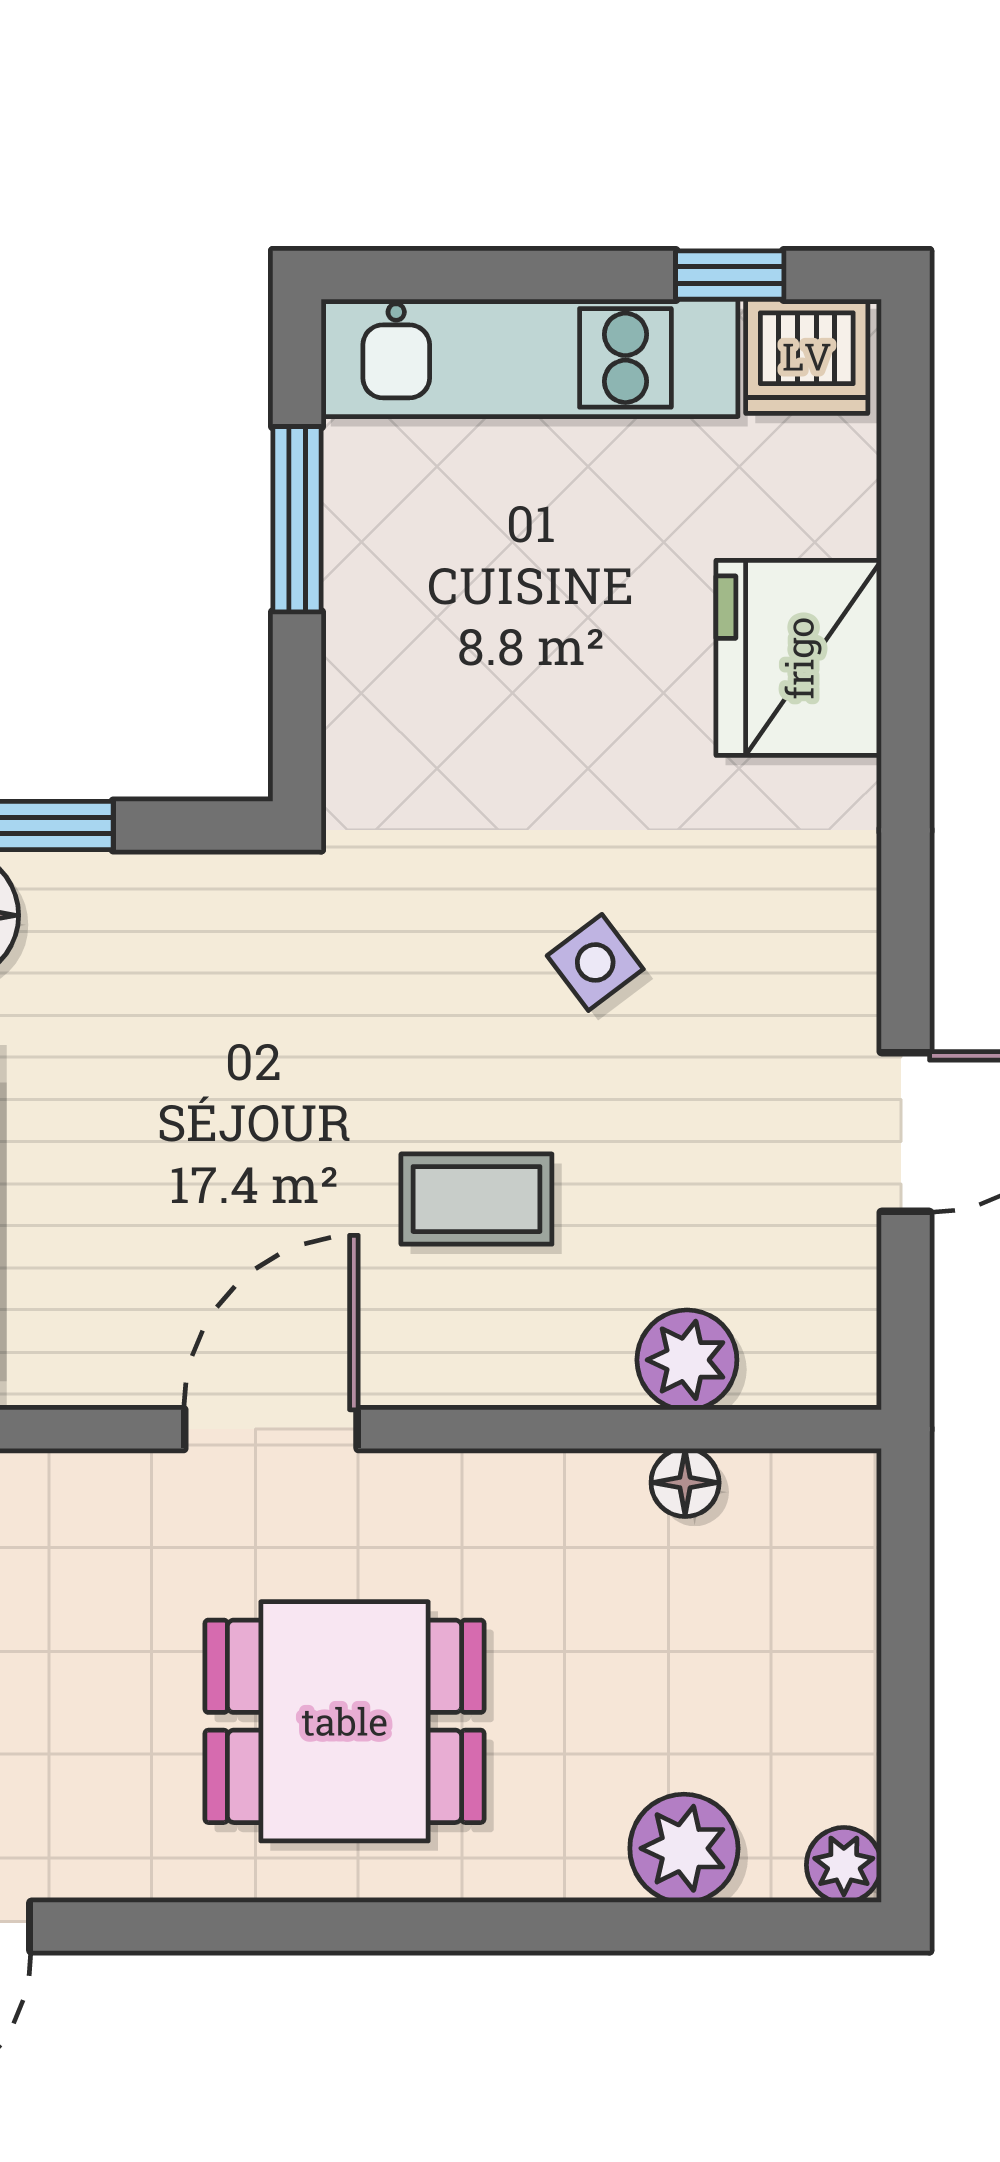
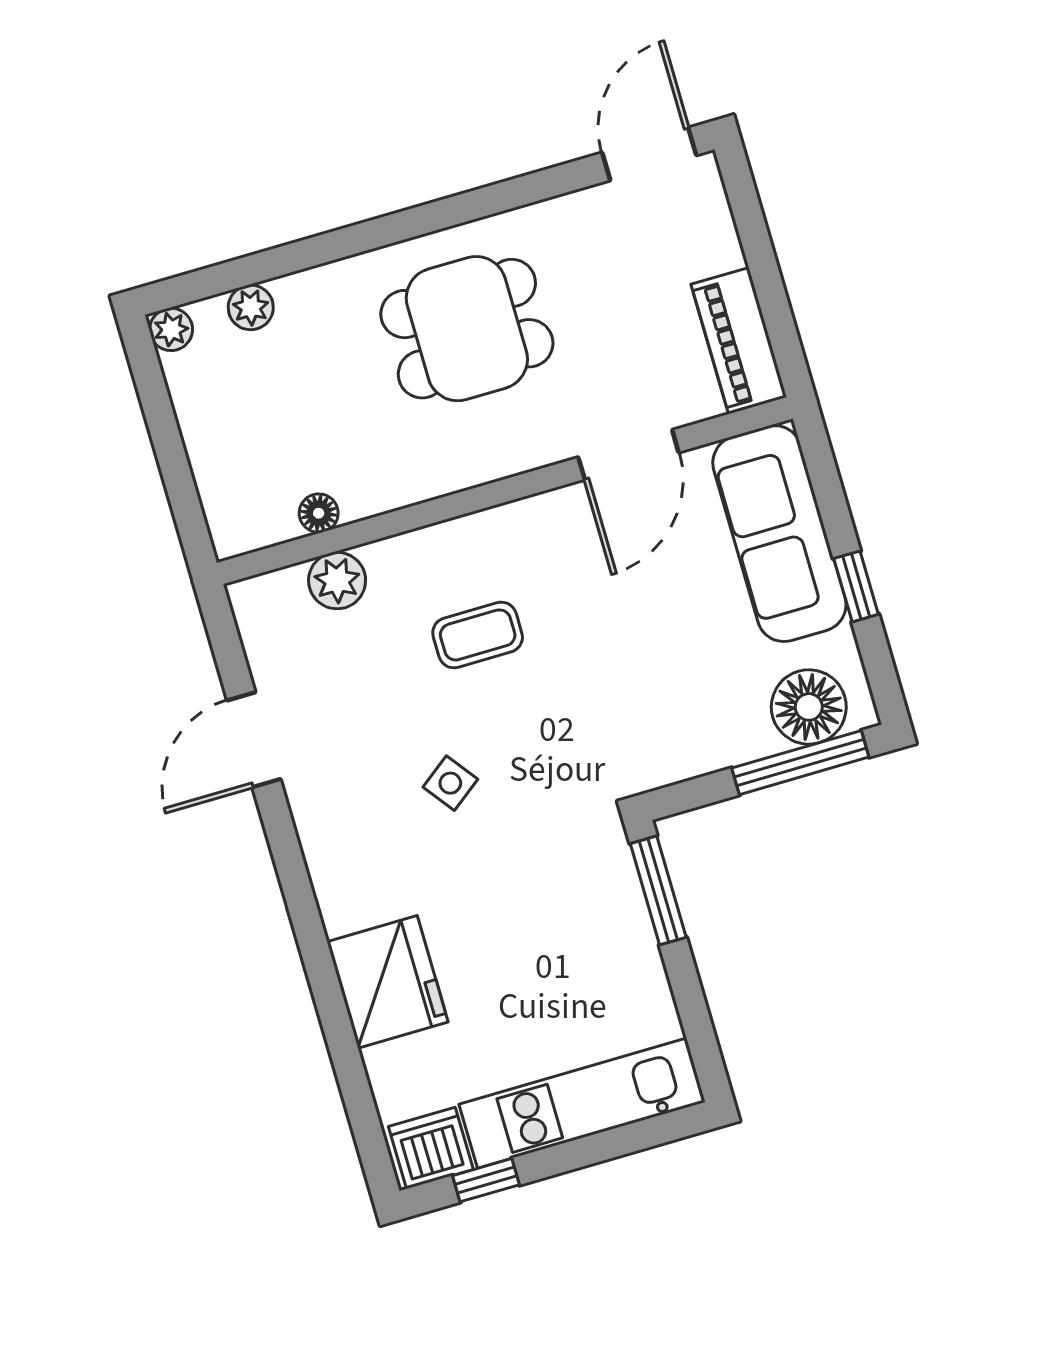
window: (297, 519) -> (658, 890), moved
door: (271, 1429) -> (628, 455), moved
plant: (684, 1848) -> (251, 307), width x0.73, depth x0.73

